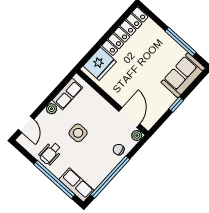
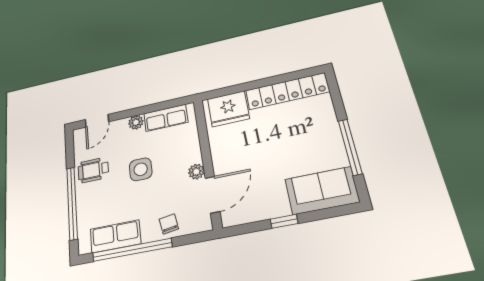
plant: (137, 136) -> (196, 172), moved
row of seats: (76, 185) -> (115, 236), moved, turned -90

